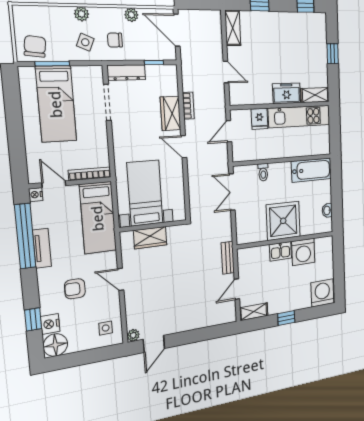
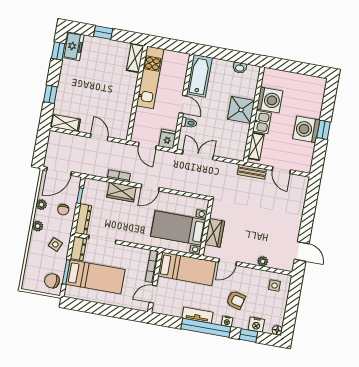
plant: (82, 14) -> (38, 226), moved
chair: (115, 40) -> (63, 210), moved
door: (226, 72) -> (99, 137), hinge flipped
dresser: (88, 74) -> (78, 249), added
freezer: (287, 93) -> (73, 46), moved, turned 180
fridge: (260, 119) -> (167, 139), moved, turned -90
door: (280, 160) -> (183, 104), added
double door: (232, 192) -> (198, 155), swing flipped
nightstand: (36, 195) -> (227, 321), moved
shower: (283, 221) -> (241, 110), width x0.73, depth x0.73
window: (25, 236) -> (206, 328), moved
door: (121, 279) -> (228, 262), moved
armchair: (75, 289) -> (236, 300), turned -76
washing machine: (322, 293) -> (306, 129), moved
shelving: (254, 312) -> (256, 146), moved
plant: (133, 335) -> (263, 261), moved
floor lamp: (55, 345) -> (277, 330), width x0.53, depth x0.53

